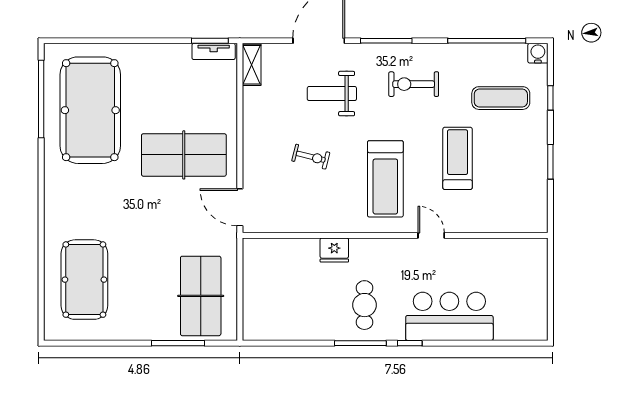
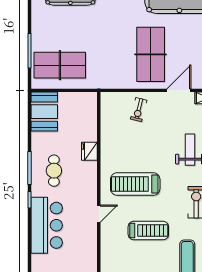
exercise bike: (311, 157) -> (139, 110), moved
door: (240, 207) -> (179, 90), moved
cafe table: (364, 305) -> (54, 171), turned 90
booth: (273, 320) -> (44, 112), added

